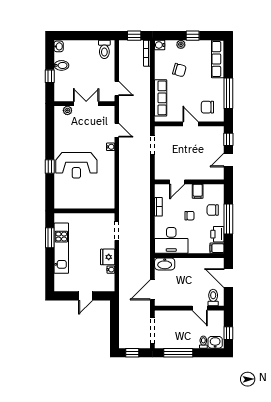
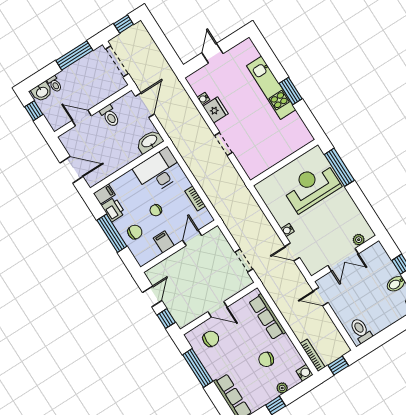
window: (50, 167) -> (339, 167), width x2.17
wall: (84, 211) -> (284, 163), moved
toilet: (213, 298) -> (110, 116), moved

